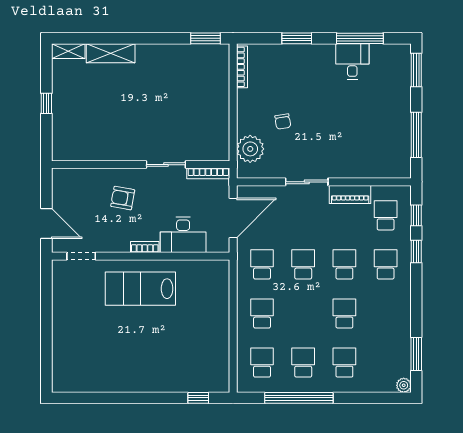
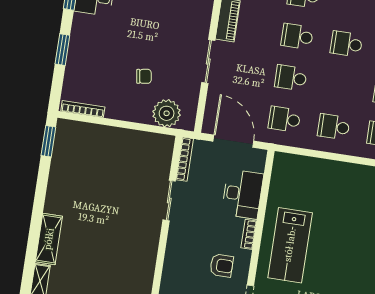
armchair: (123, 198) -> (222, 266), moved, turned -100

